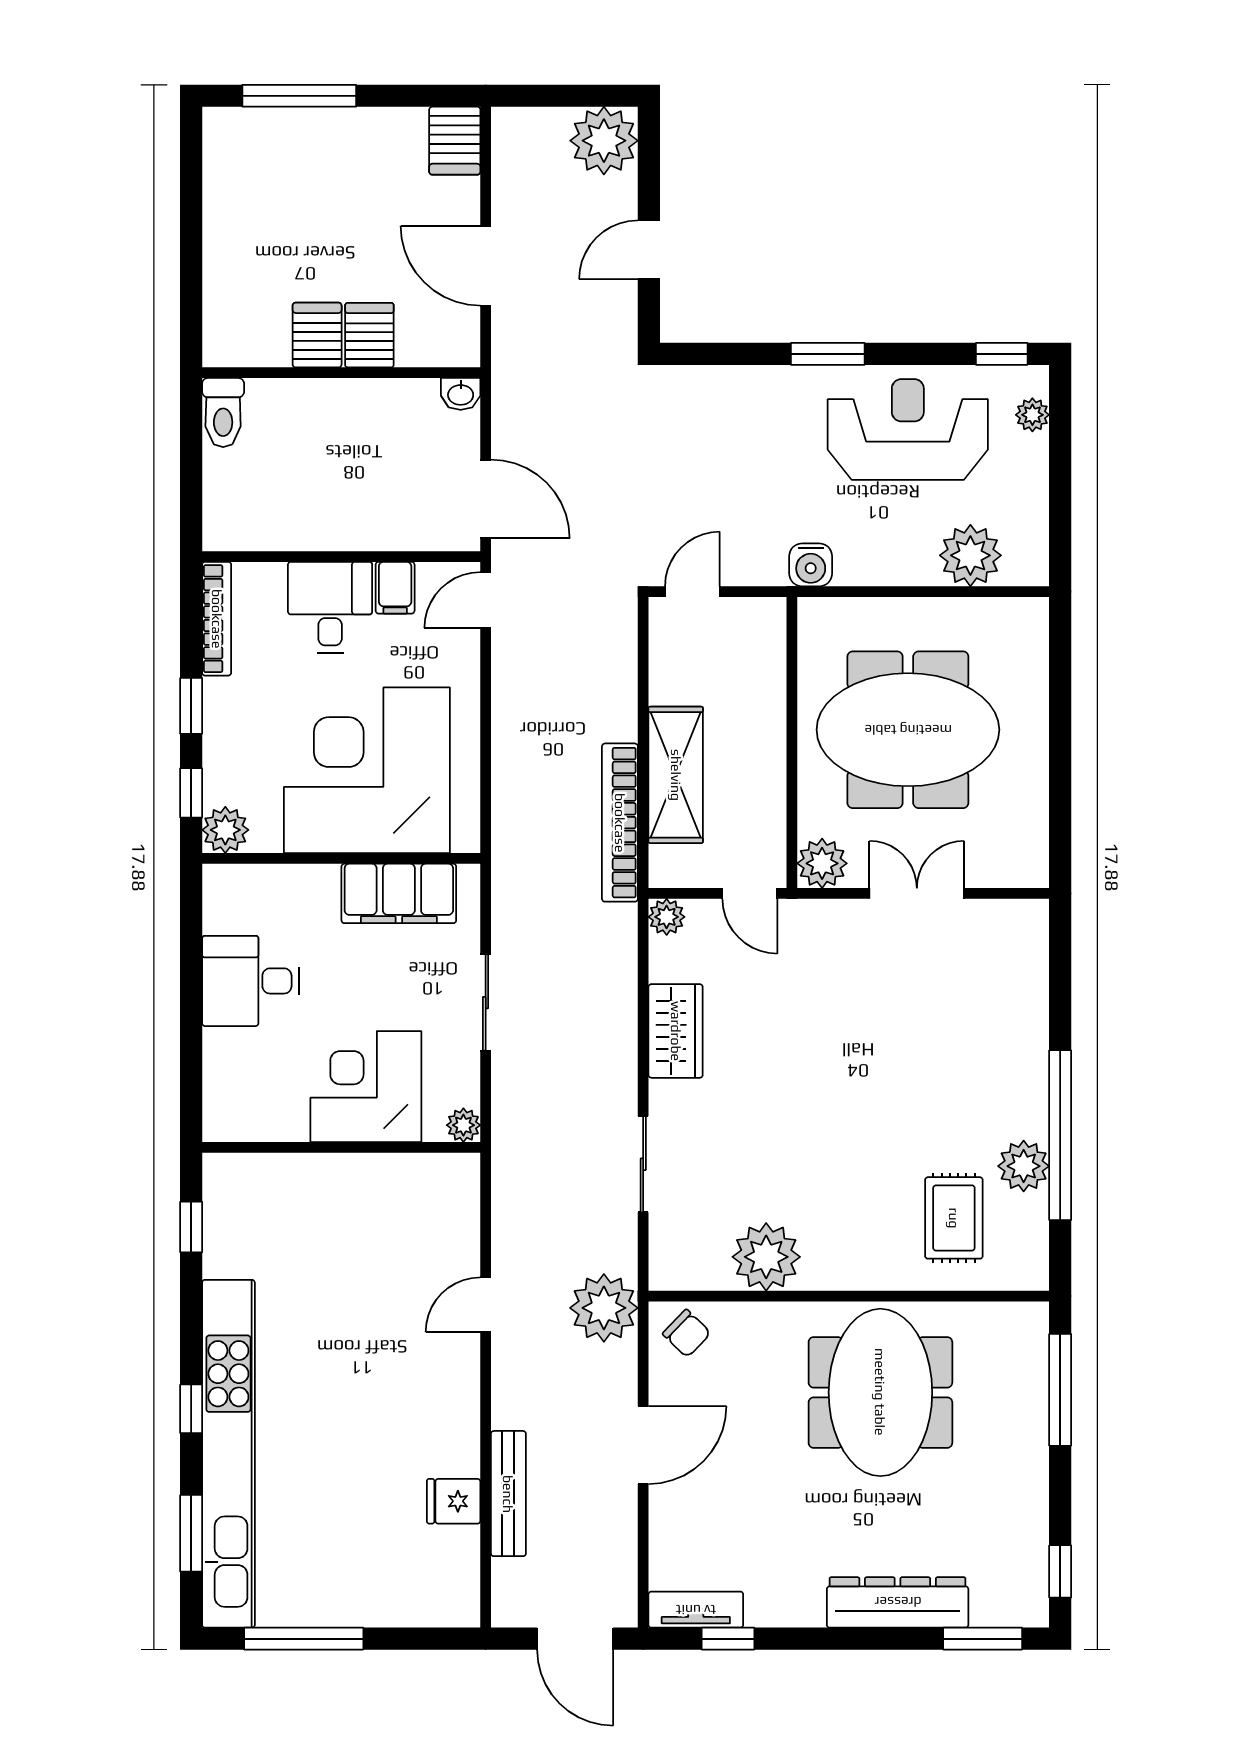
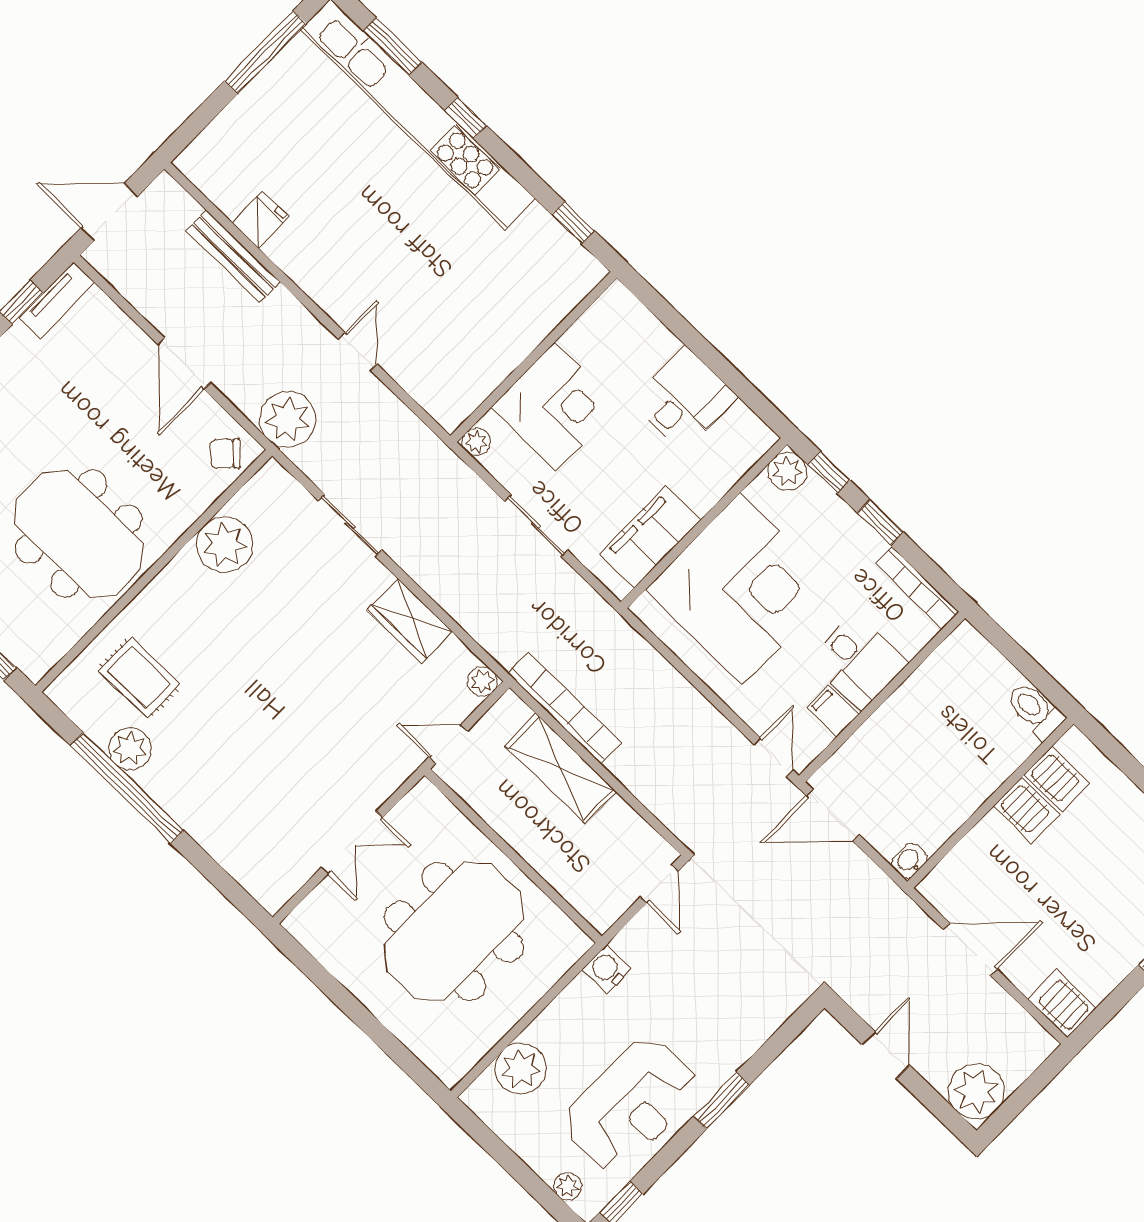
server rack: (369, 335) -> (1057, 779), moved
plant: (822, 863) -> (424, 804), removed

